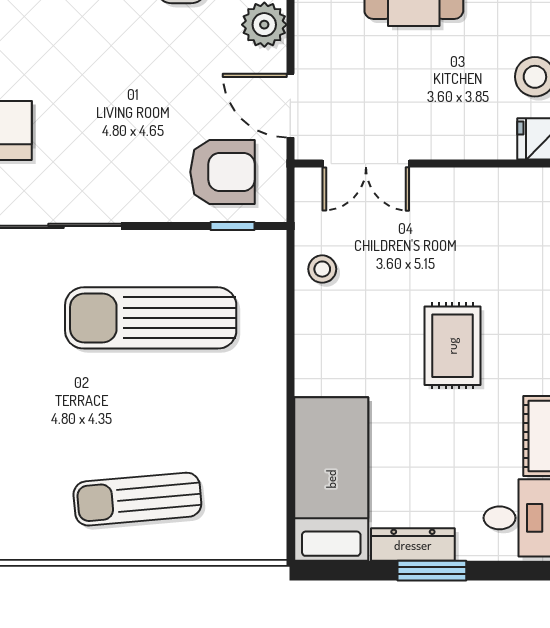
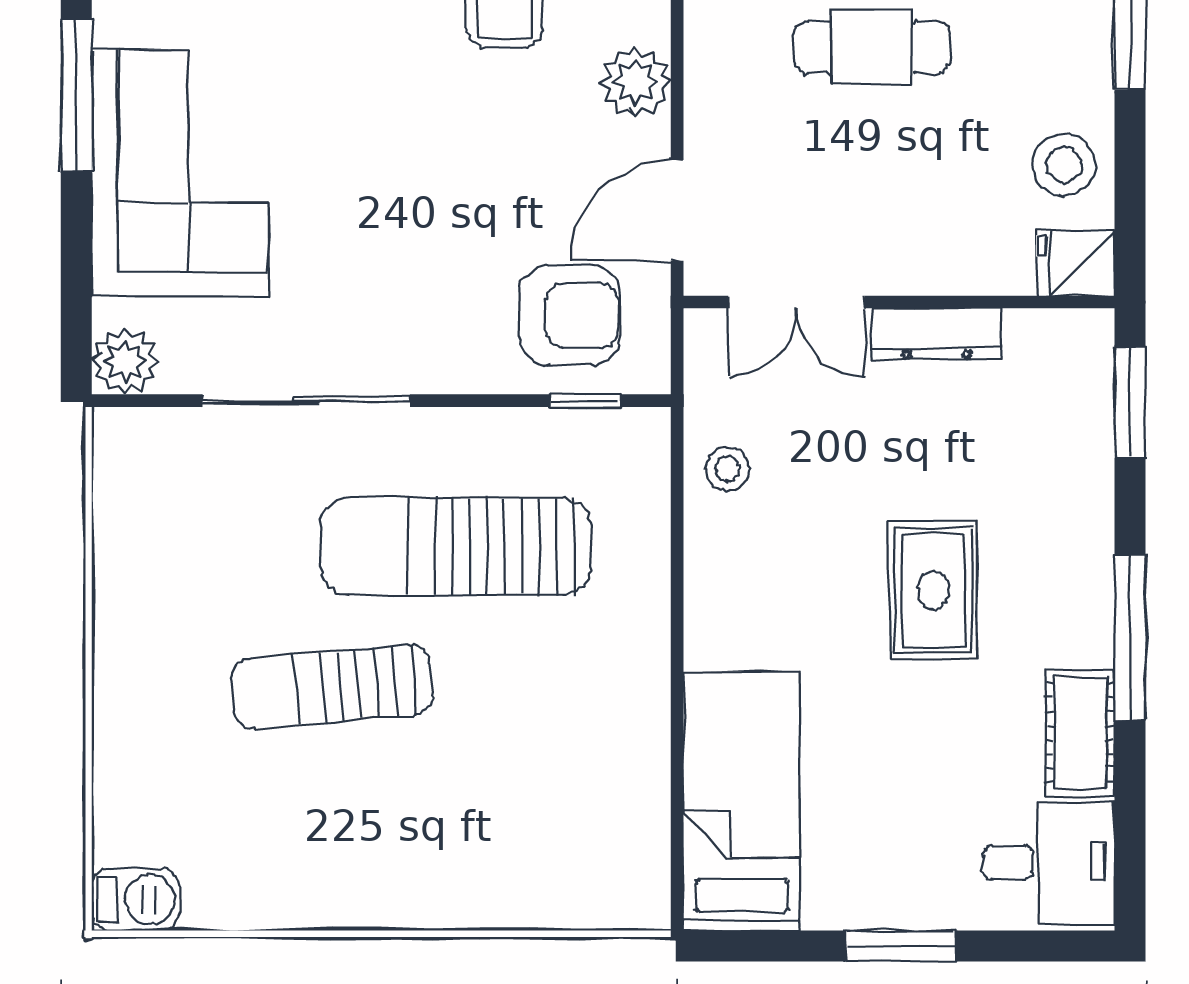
door: (290, 106) -> (677, 210), hinge flipped
sun lounger: (137, 499) -> (332, 687), moved
dresser: (413, 545) -> (937, 334), moved, turned 180

